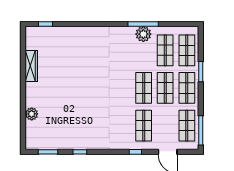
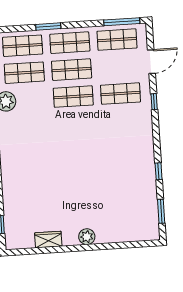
wardrobe: (31, 66) -> (48, 240), width x0.67
plant: (32, 114) -> (87, 237), moved

